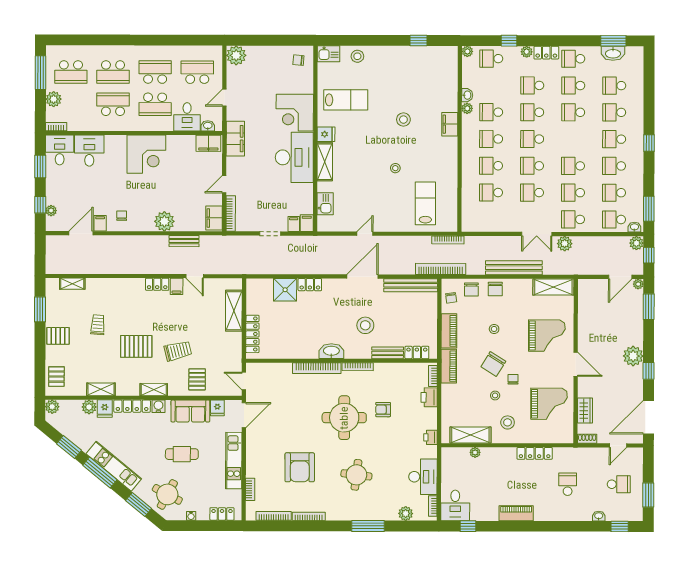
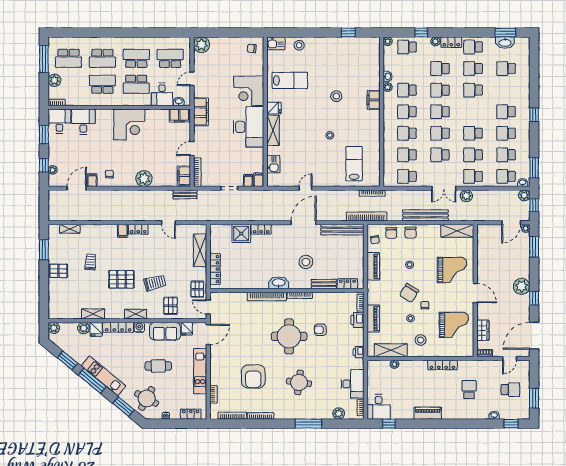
school desk: (614, 112) -> (407, 176), moved
bench: (184, 241) -> (185, 194), moved
filing cabinet: (177, 286) -> (123, 231), moved
piano: (449, 366) -> (373, 318), moved
pallet: (56, 377) -> (197, 289), moved

